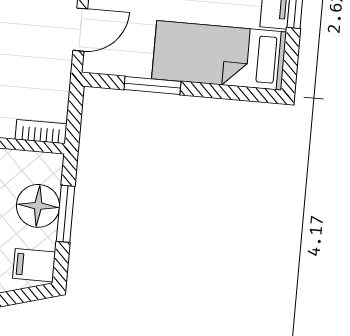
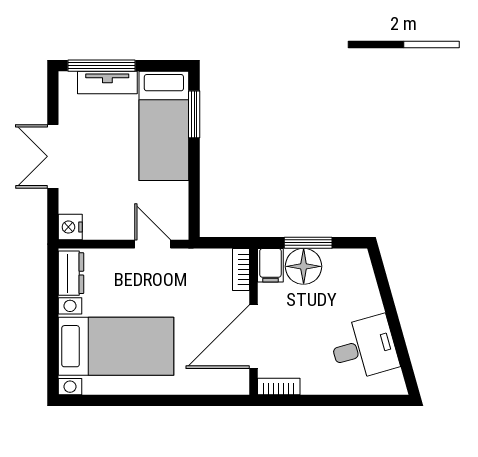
window: (152, 85) -> (194, 114), moved
filing cabinet: (34, 265) -> (270, 265), moved

